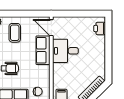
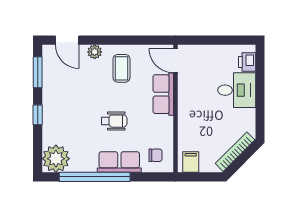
desk: (65, 51) -> (237, 90), moved, turned 180

